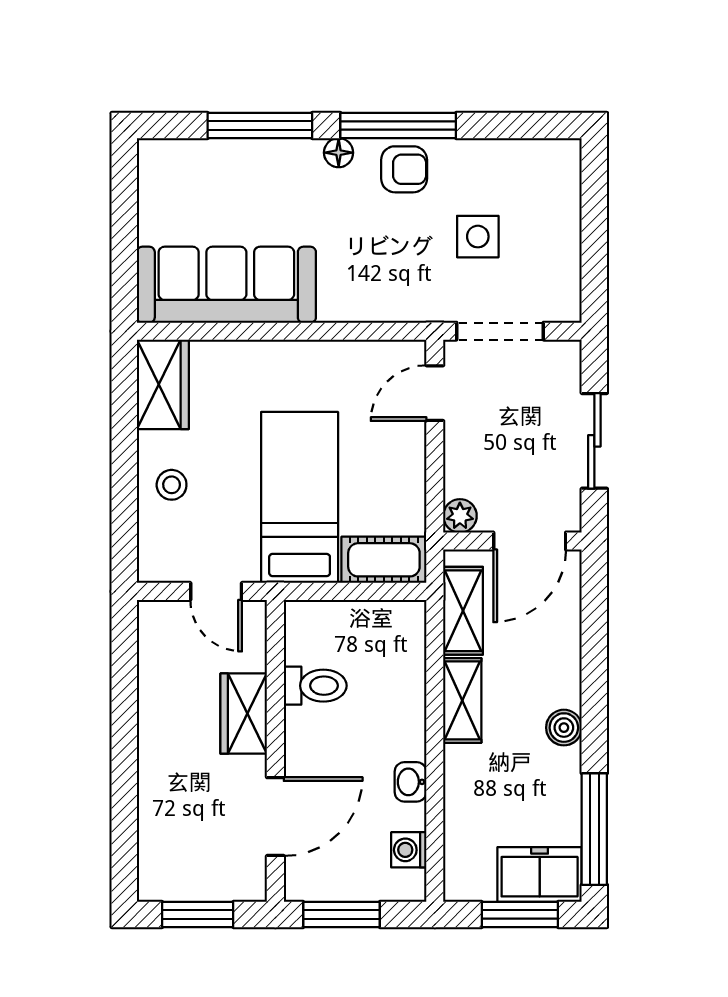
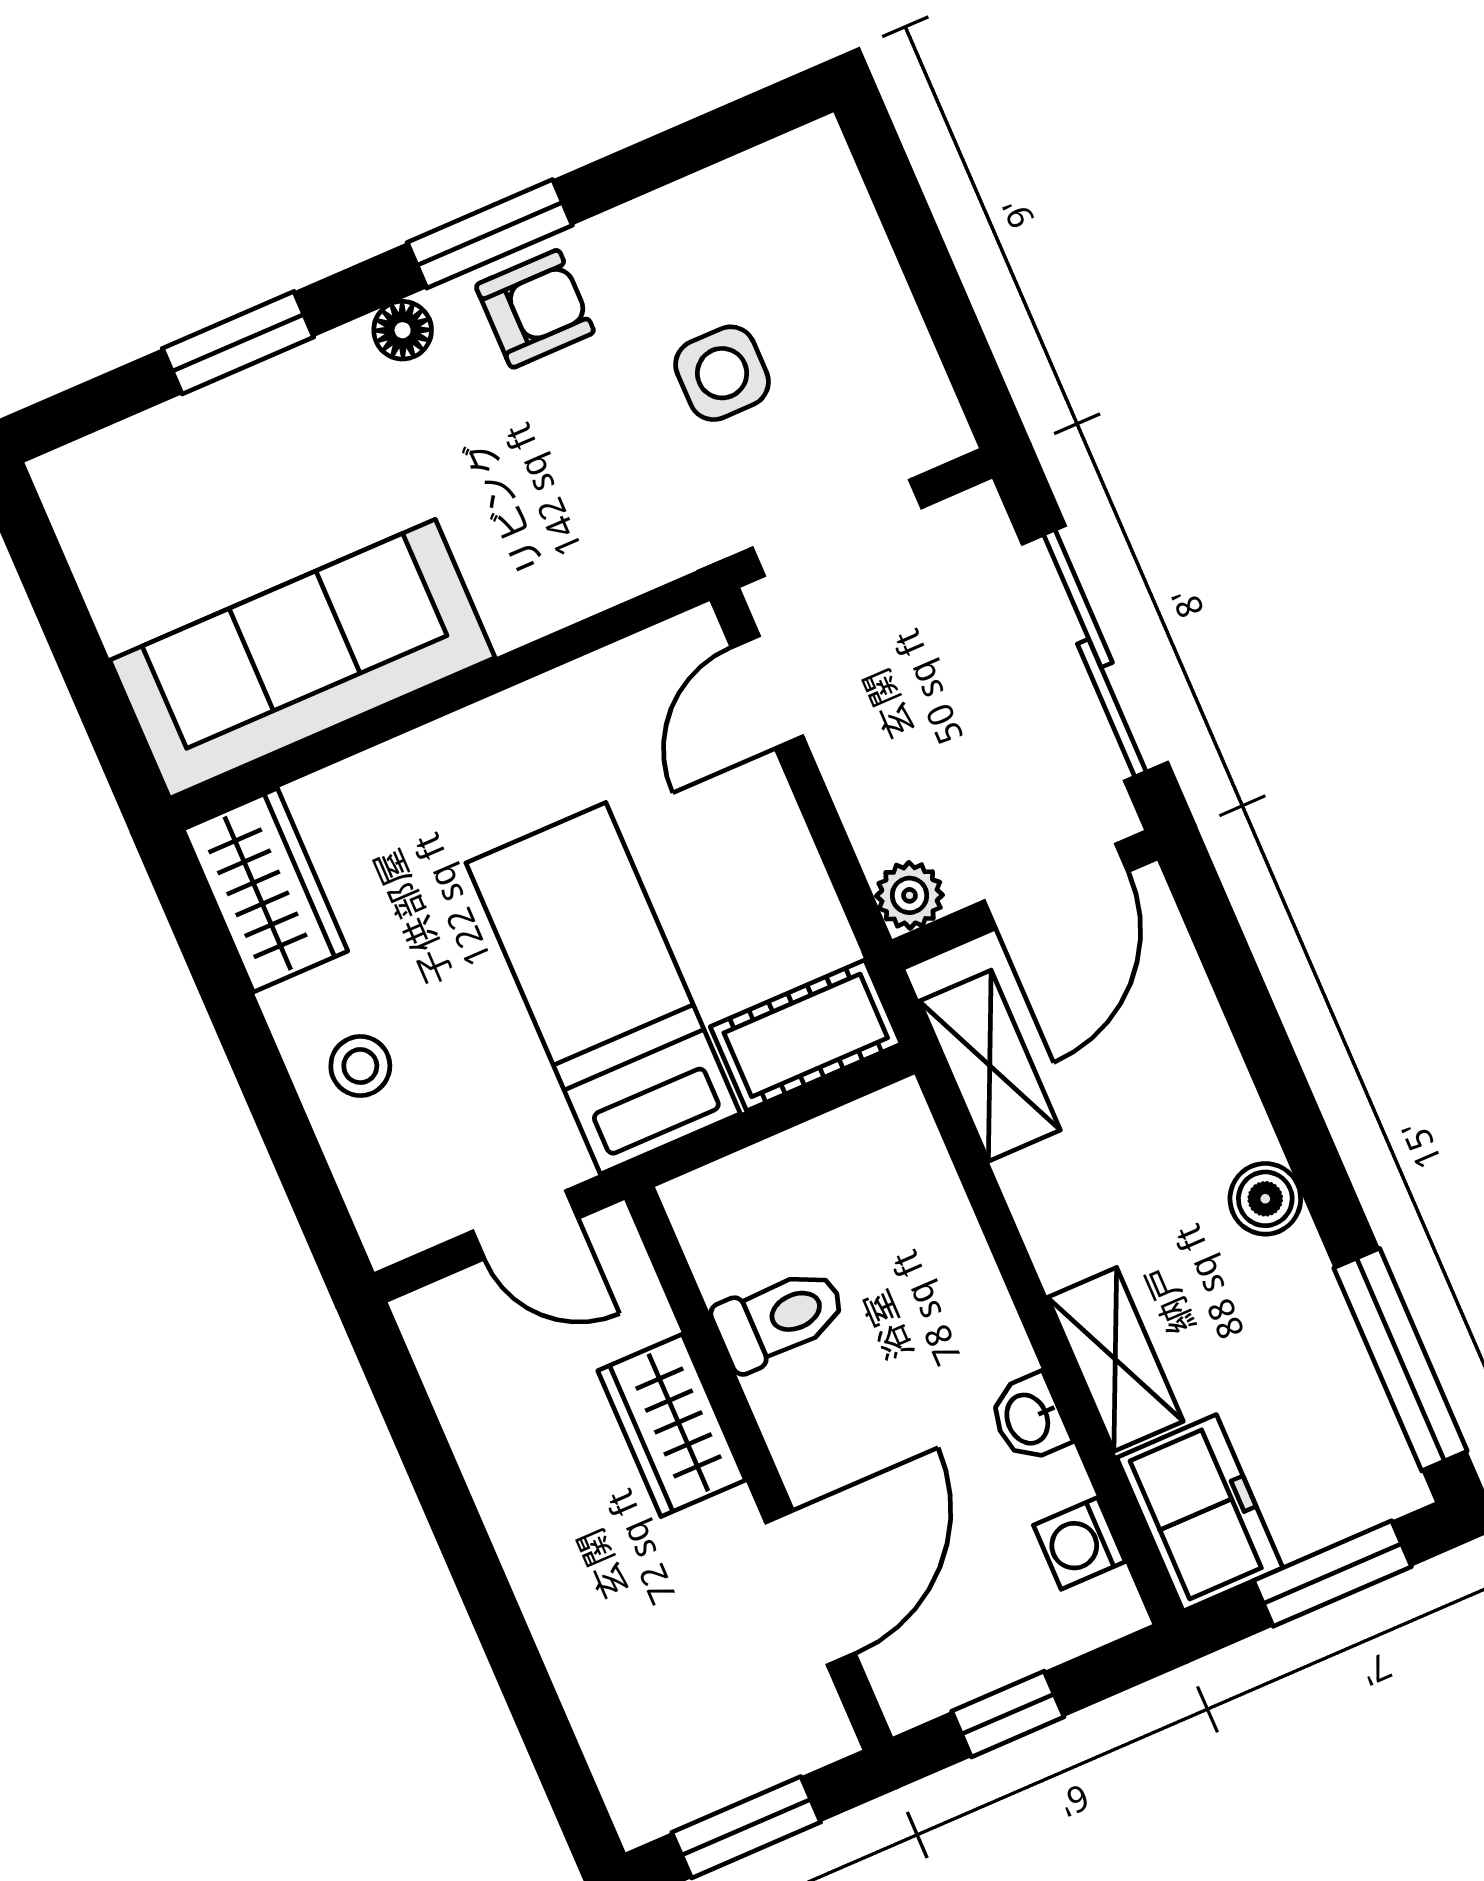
window: (260, 126) -> (238, 343), width x0.69
window: (398, 126) -> (490, 234), width x0.69
sliding door: (594, 441) -> (1095, 653), width x1.37
shelving: (462, 700) -> (1115, 1359), moved
freezer: (540, 875) -> (1200, 1513), moved, turned 90
window: (341, 915) -> (1008, 1714), width x0.67

